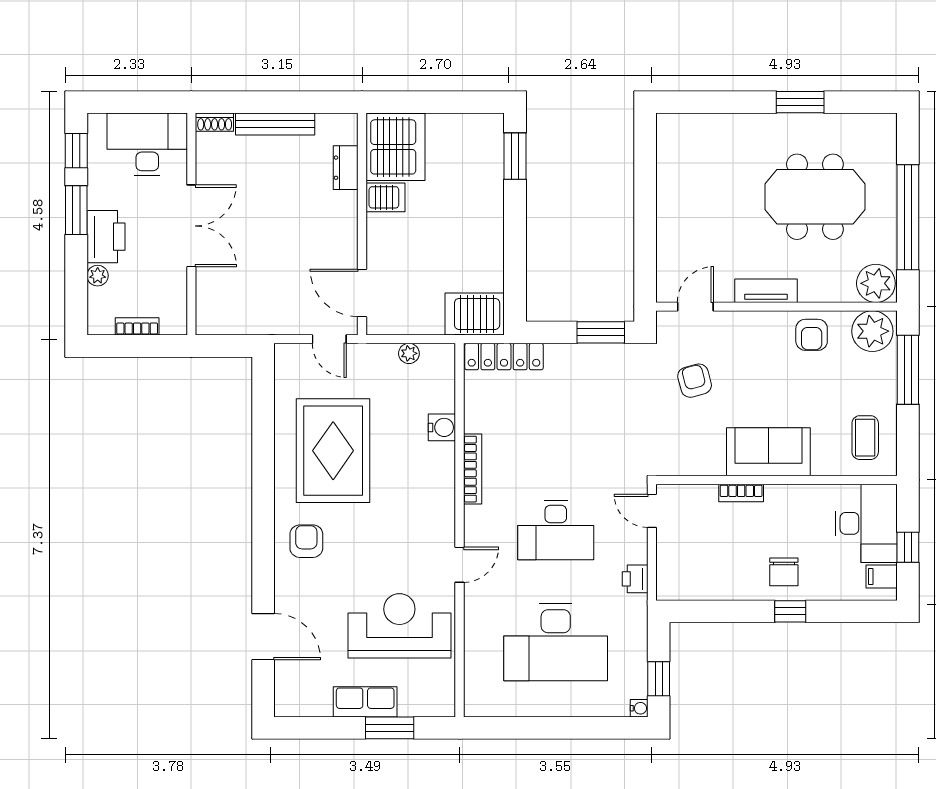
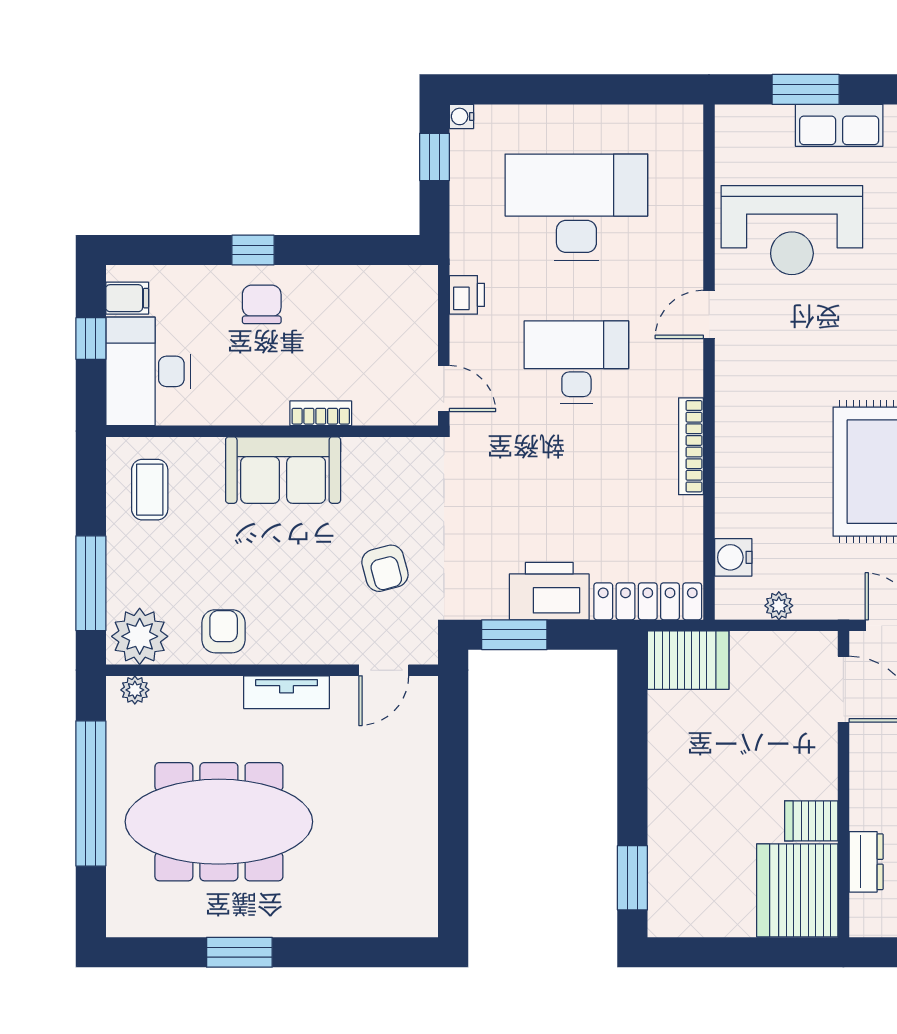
meeting table: (815, 197) -> (219, 822), width x1.36
plant: (876, 283) -> (135, 690), width x0.53, depth x0.53
printer: (575, 364) -> (549, 591), added
water cooler: (442, 427) -> (733, 557), moved

